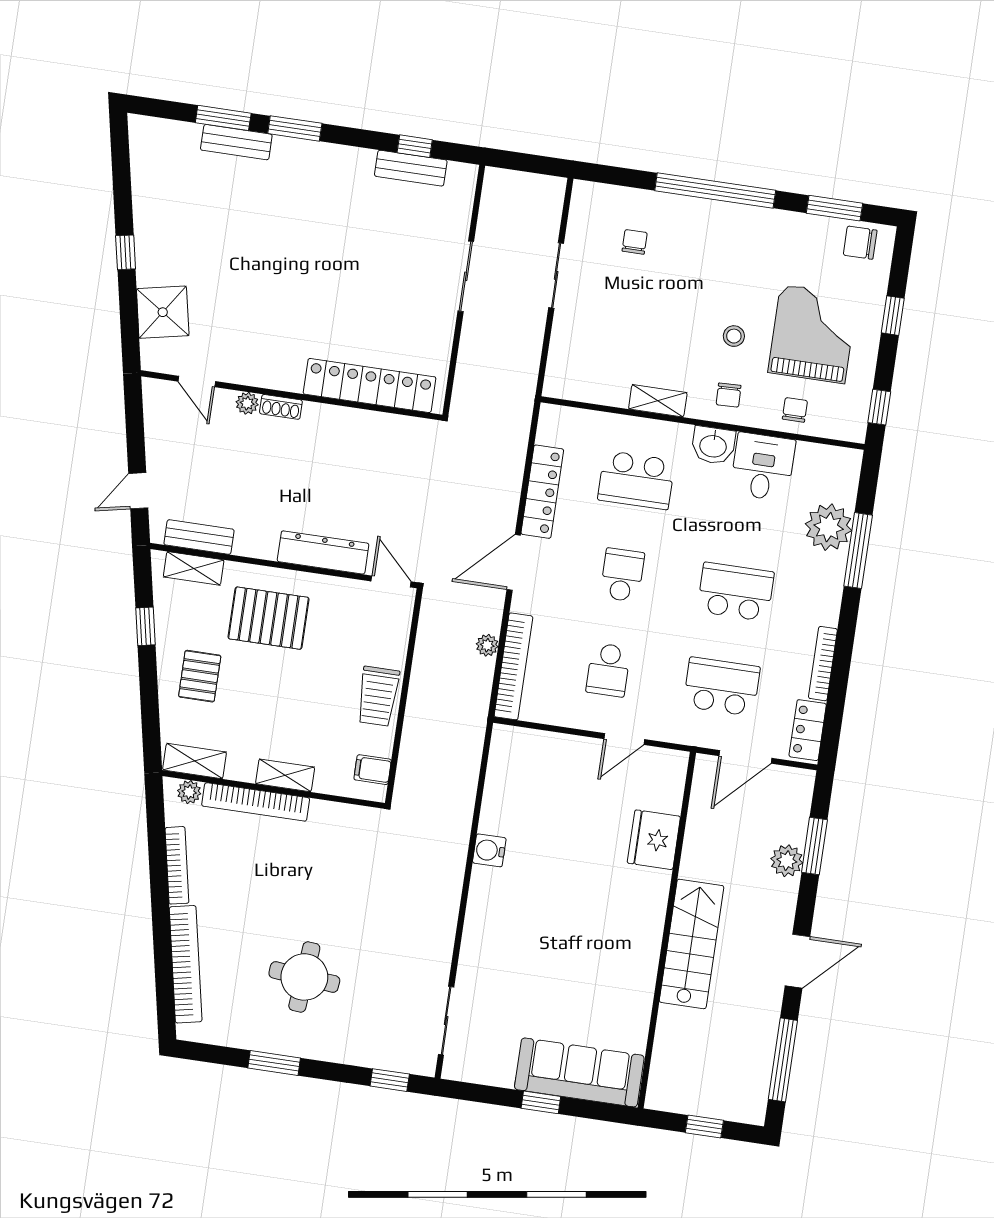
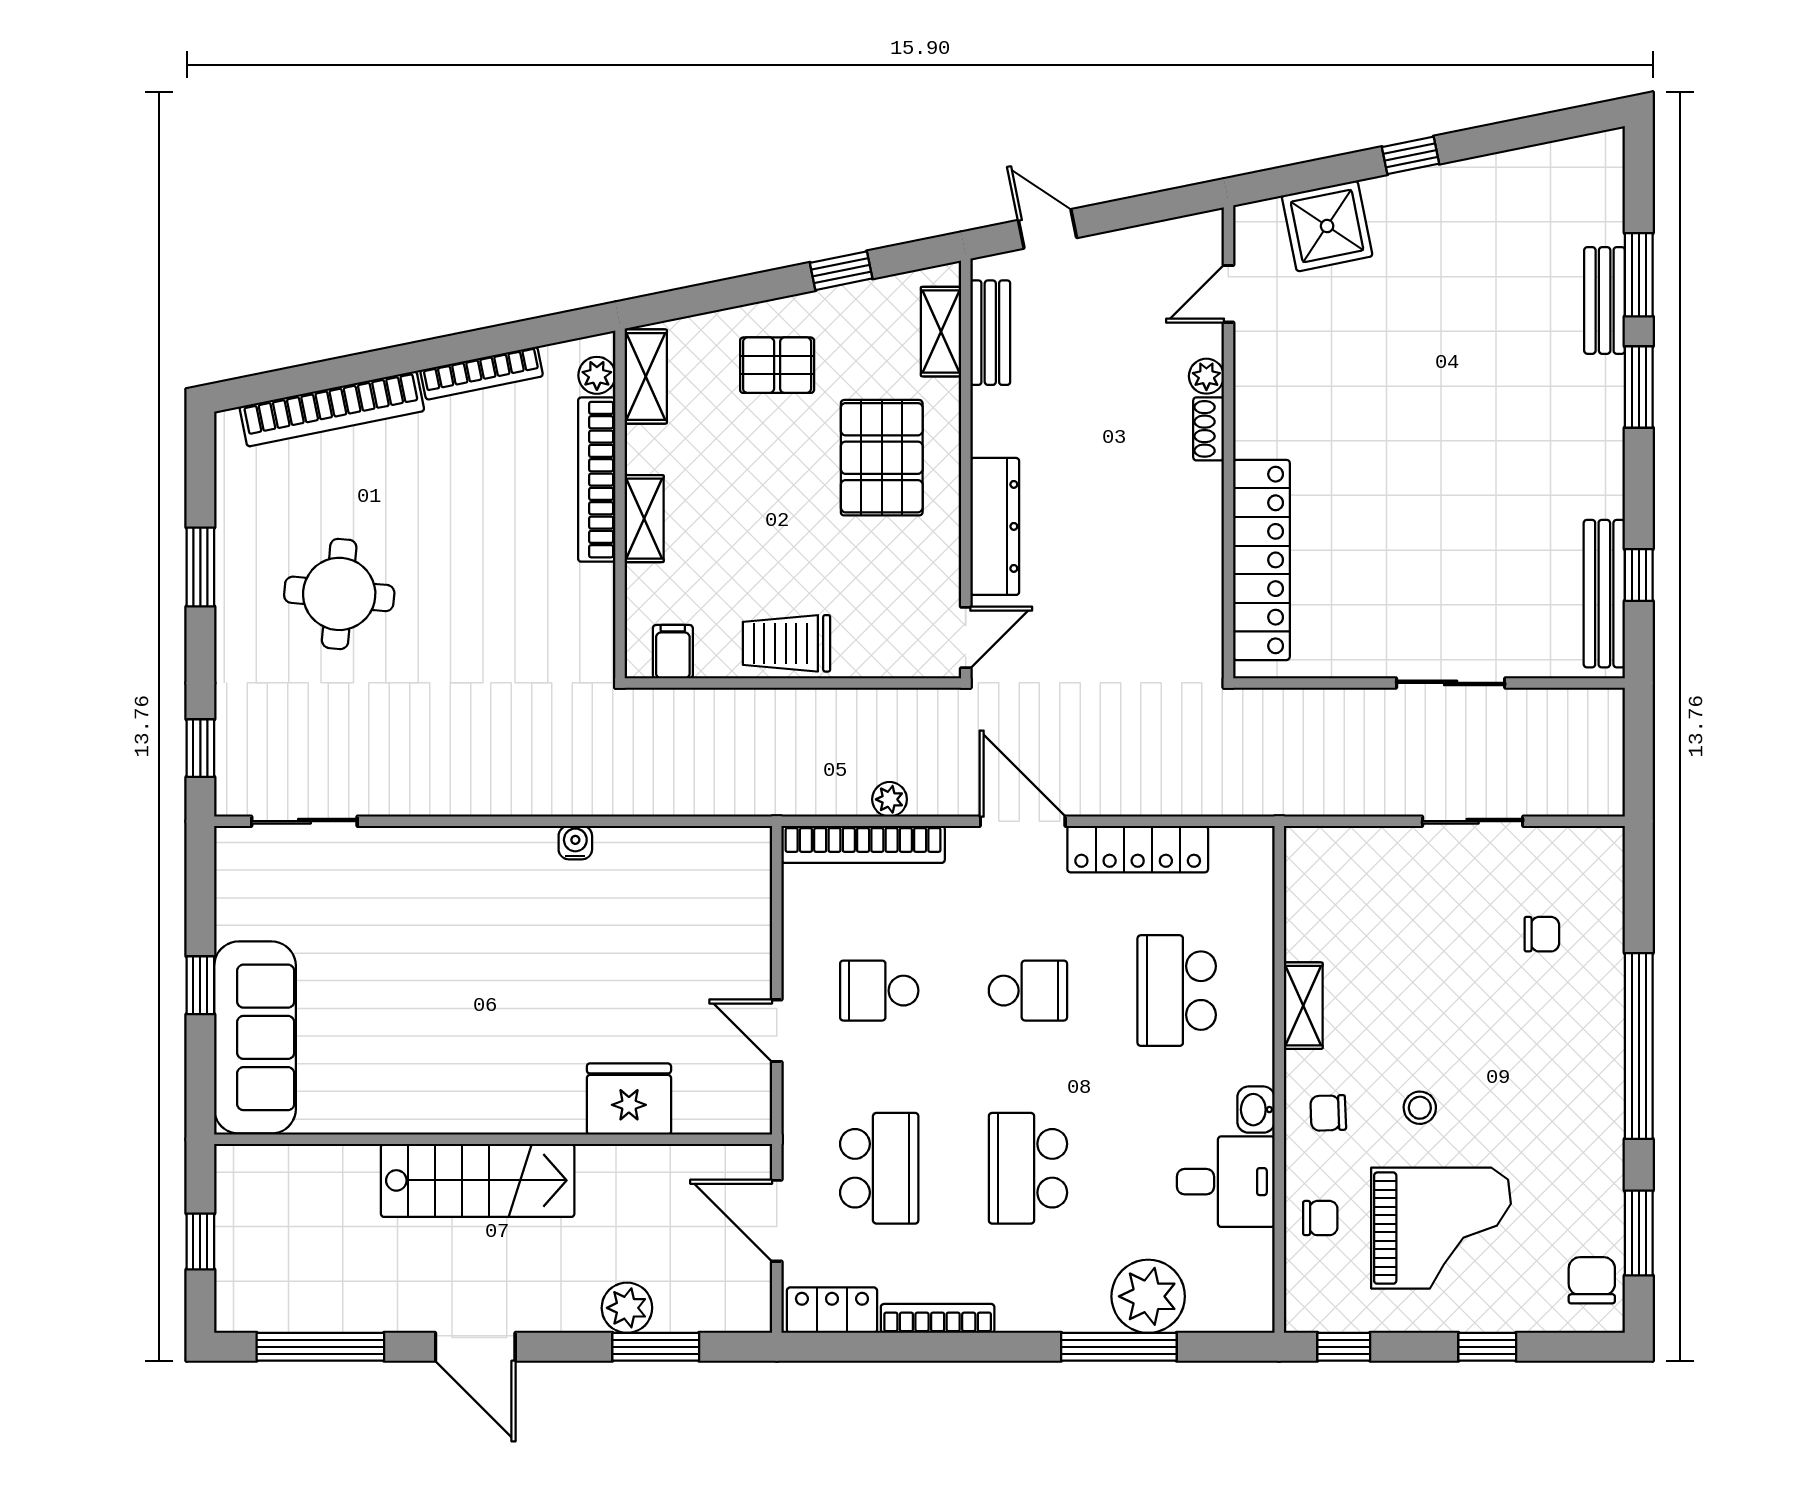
bench: (411, 168) -> (1604, 594), width x1.36
washbasin: (713, 445) -> (1256, 1110), width x0.72, depth x0.69
school desk: (736, 592) -> (1028, 1168), turned 180
water cooler: (489, 850) -> (575, 843), width x0.72, depth x0.72

